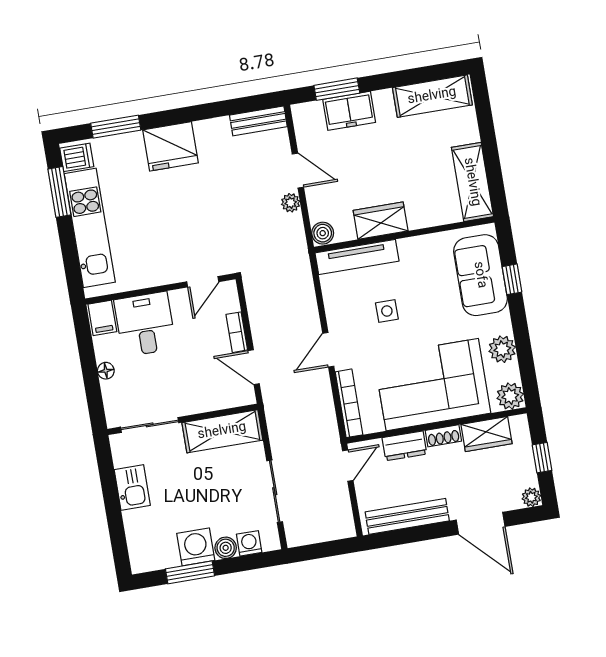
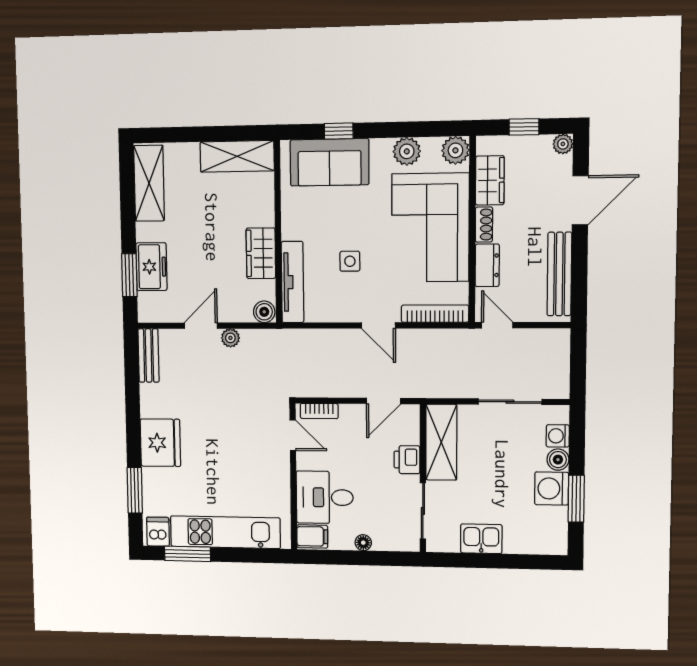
bookcase: (237, 332) -> (319, 411), moved
printer: (199, 400) -> (407, 460), added

